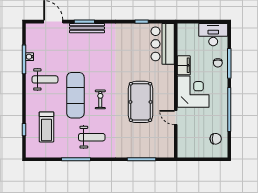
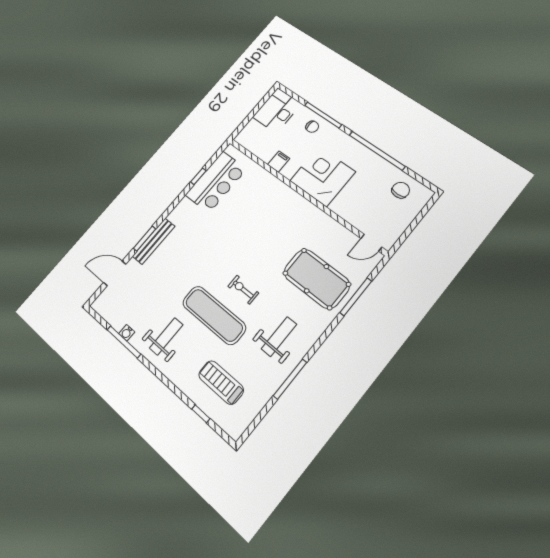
bar counter: (163, 44) -> (216, 182), moved, turned -90
filing cabinet: (184, 65) -> (279, 162), width x0.50
pool table: (140, 102) -> (317, 279), moved
door: (176, 117) -> (371, 243), moved
treadmill: (46, 127) -> (221, 382), turned 180

